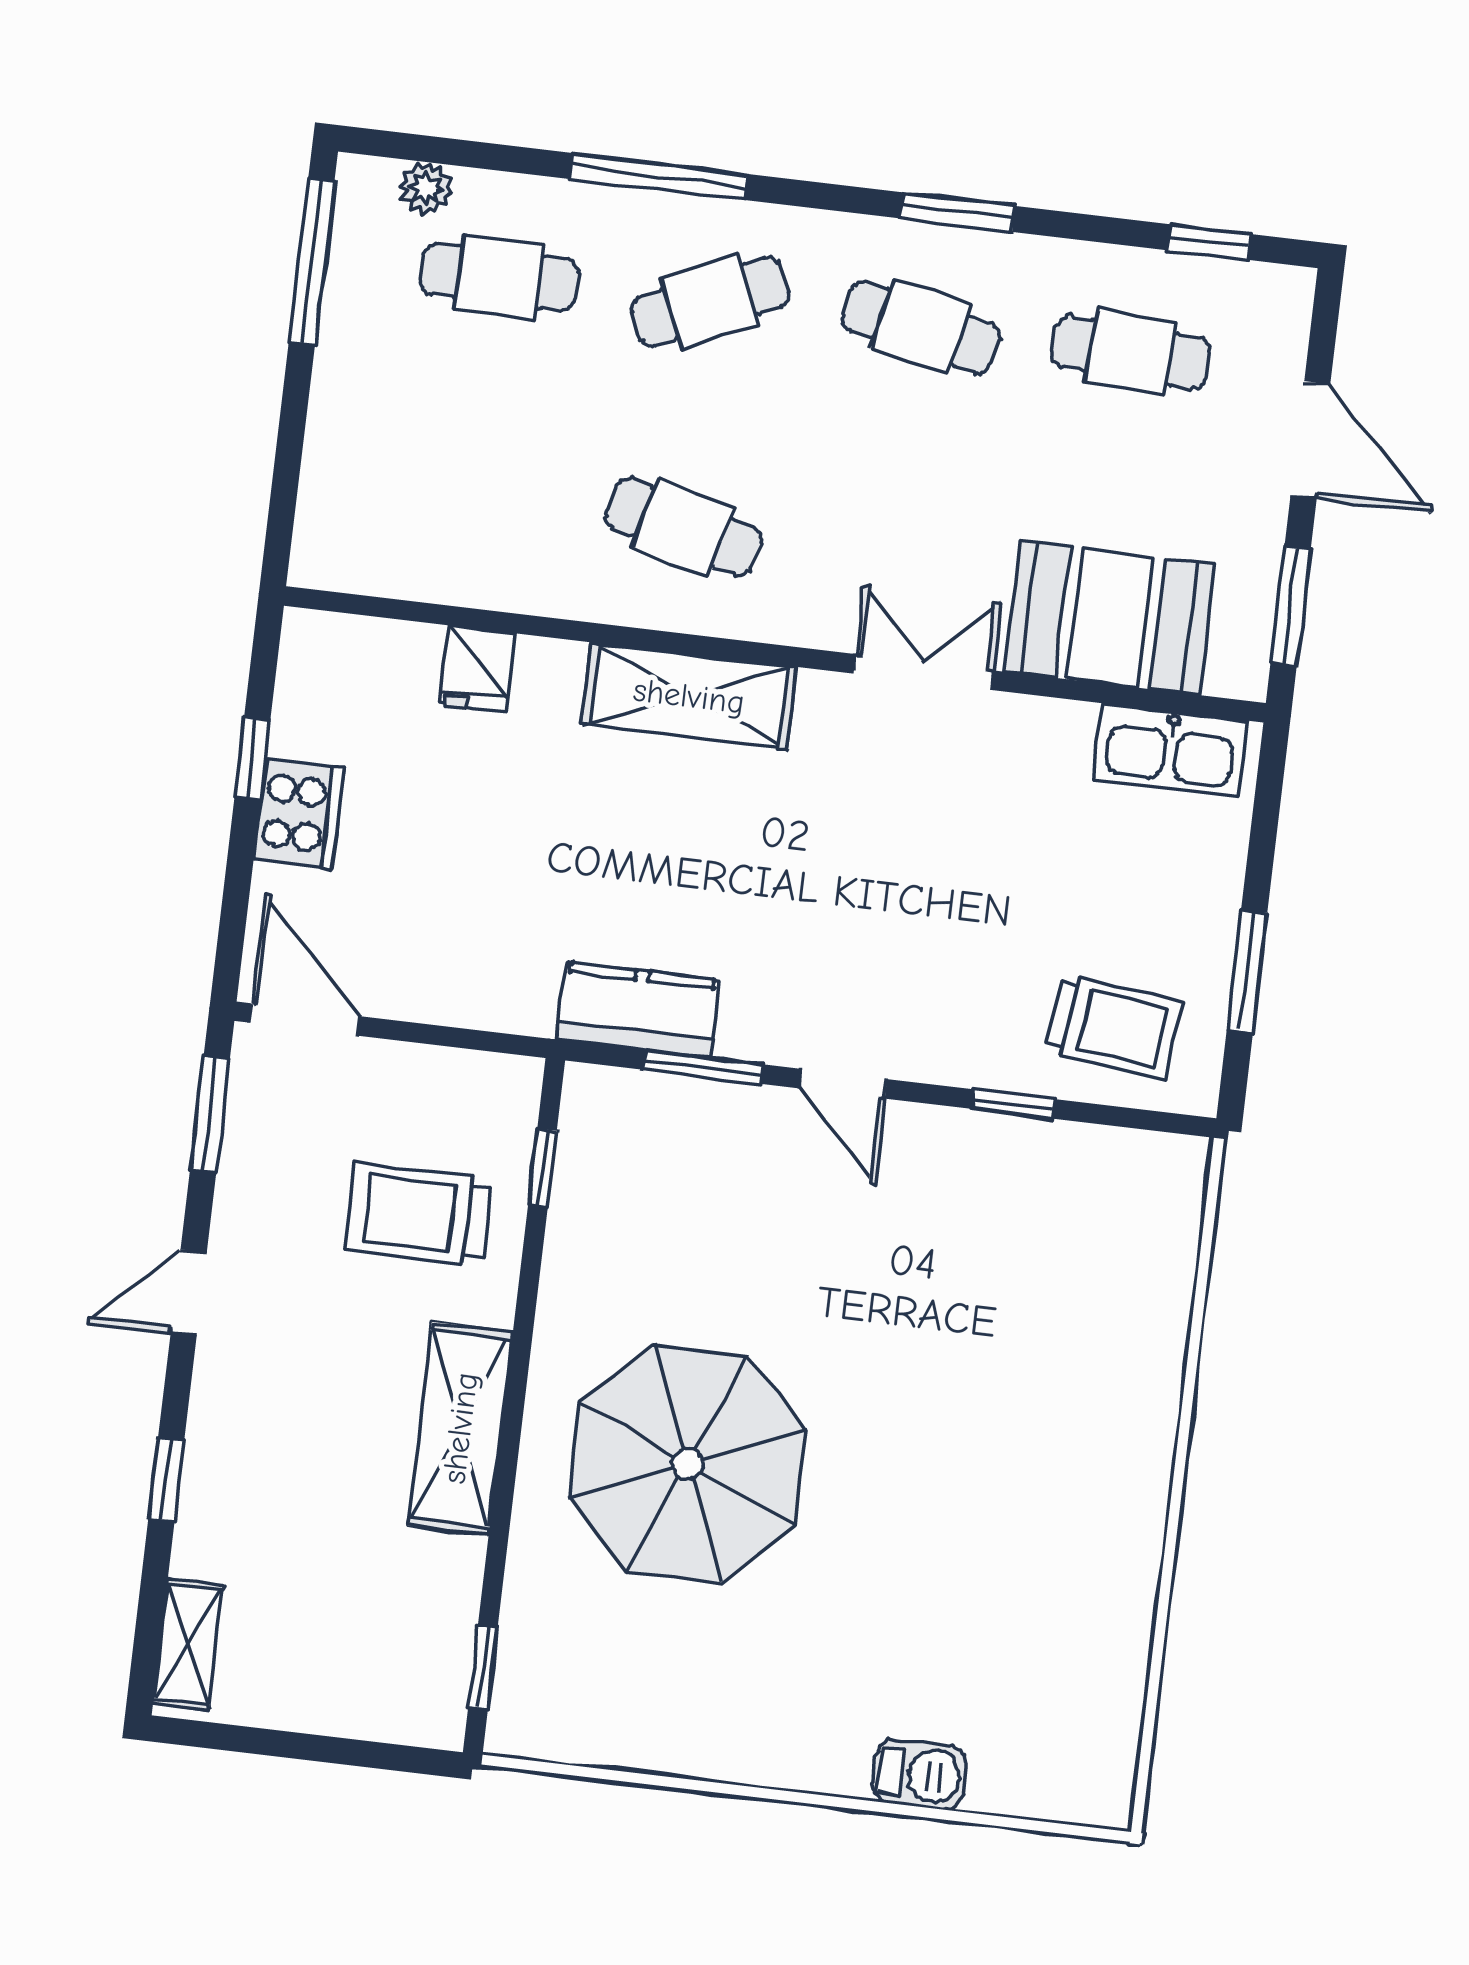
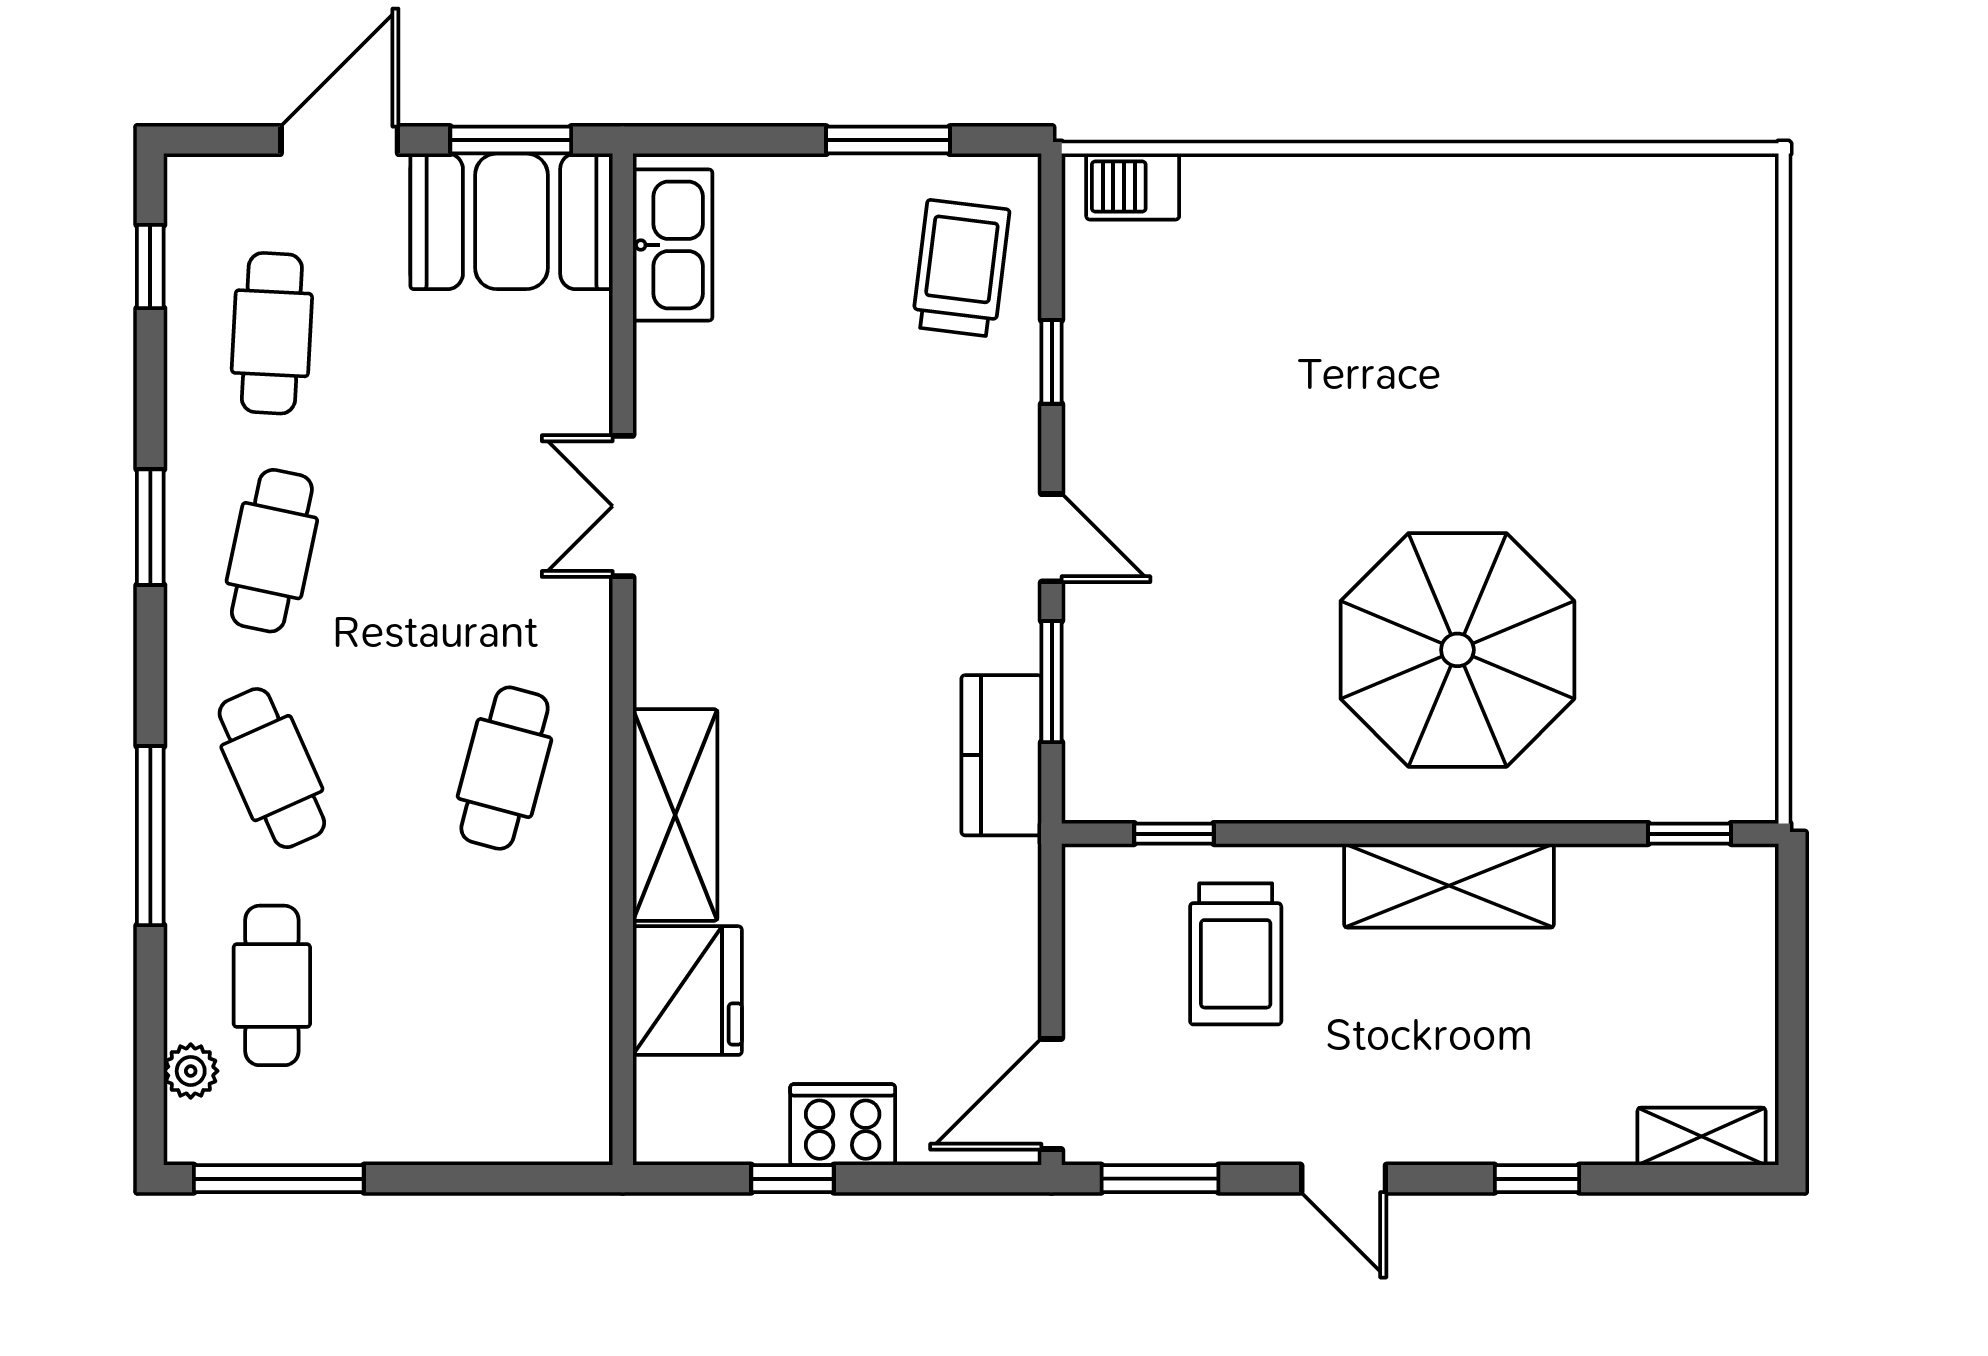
booth: (1110, 618) -> (512, 221), moved, turned 90
fridge: (477, 669) -> (687, 991), width x1.88, depth x1.34
shelving: (689, 696) -> (675, 815), moved
door: (843, 1084) -> (1052, 538), hinge flipped
barbecue: (920, 1774) -> (1133, 186), moved, turned -90

